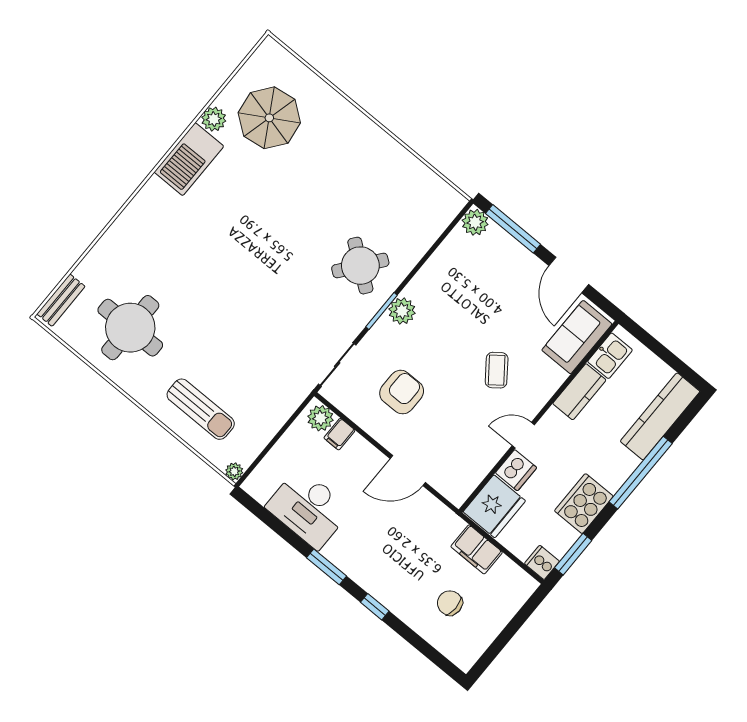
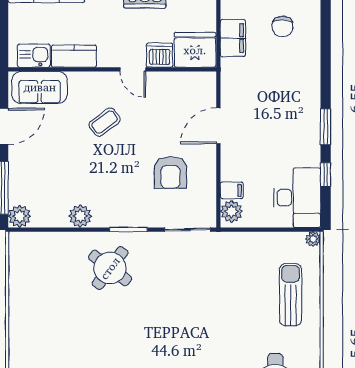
plant: (402, 311) -> (80, 216), moved
armchair: (402, 392) -> (170, 172), turned -90
door: (408, 470) -> (218, 126), swing flipped
desk: (308, 508) -> (297, 198), moved
window: (375, 607) -> (326, 175), moved

